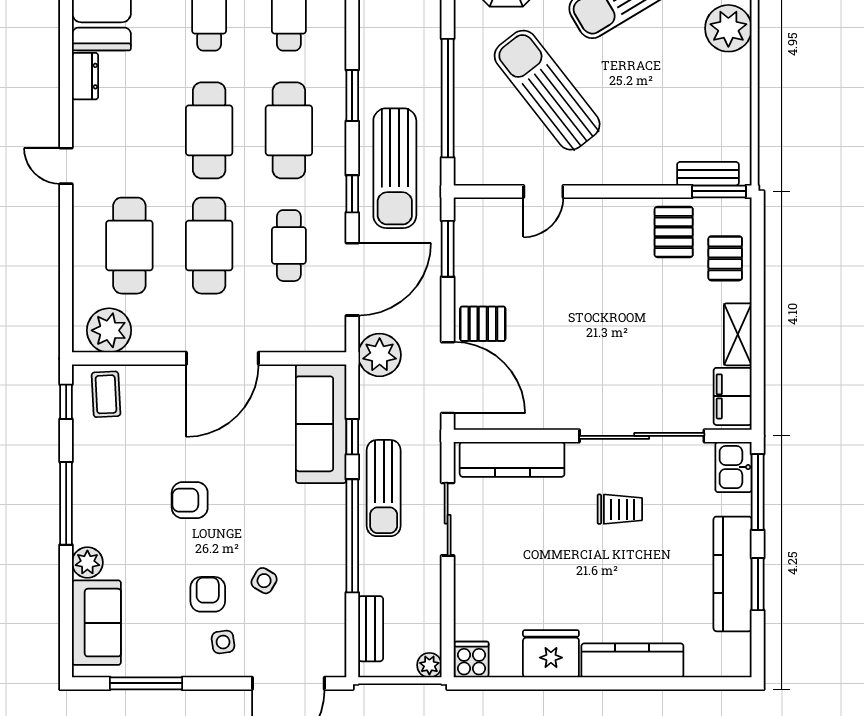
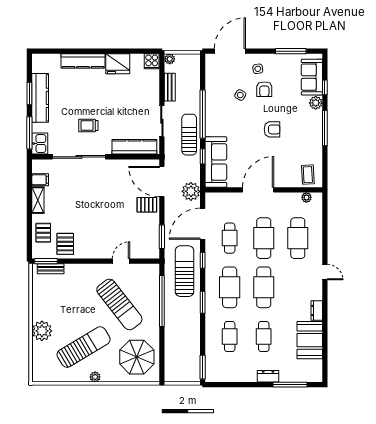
plant: (109, 330) -> (306, 197), width x0.53, depth x0.53
filing cabinet: (733, 396) -> (40, 180), width x0.50
window: (66, 402) -> (325, 87), moved
bench: (371, 629) -> (170, 87), moved

